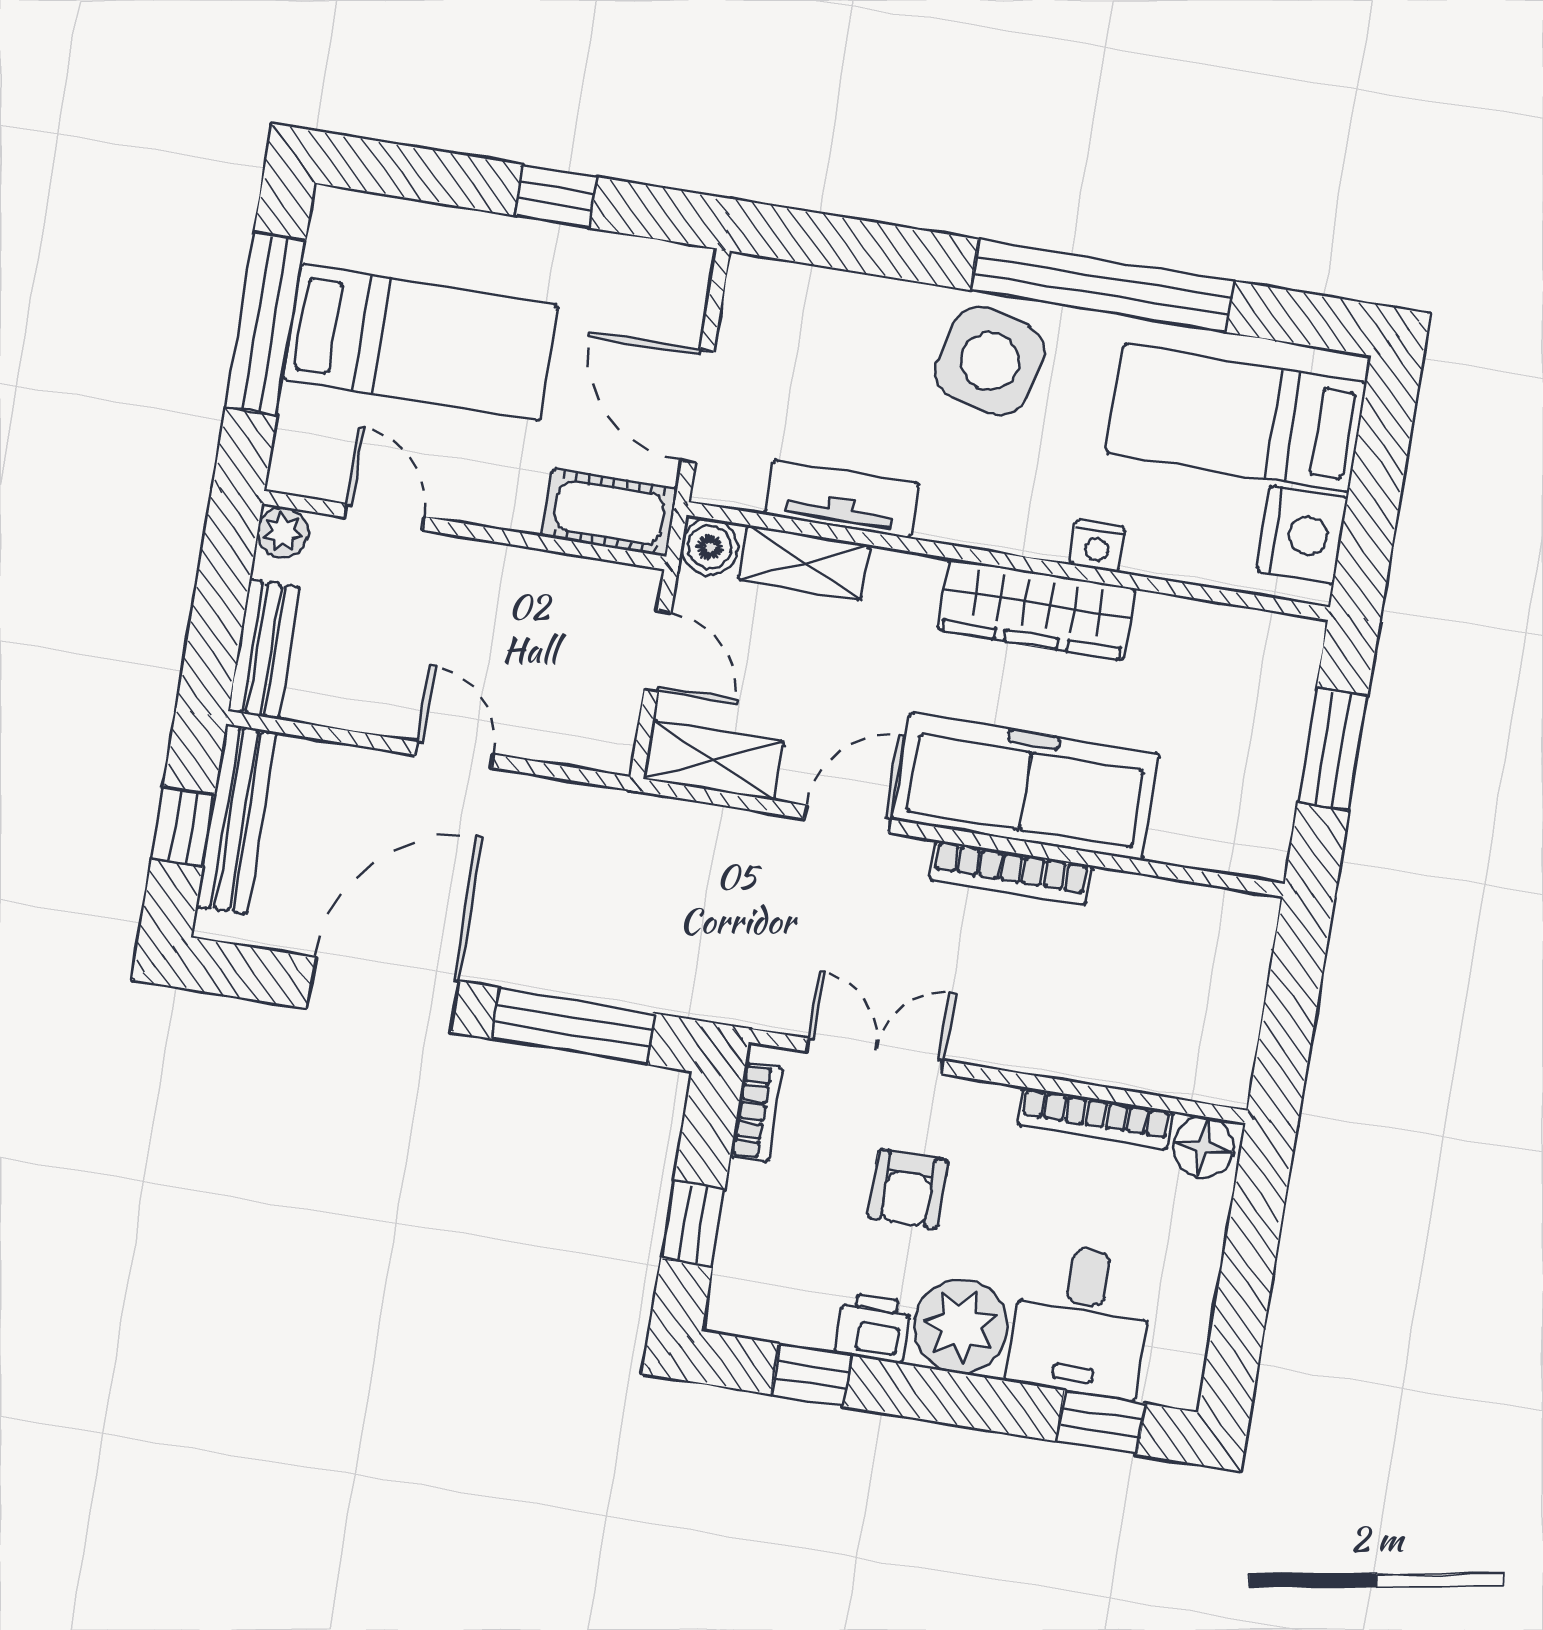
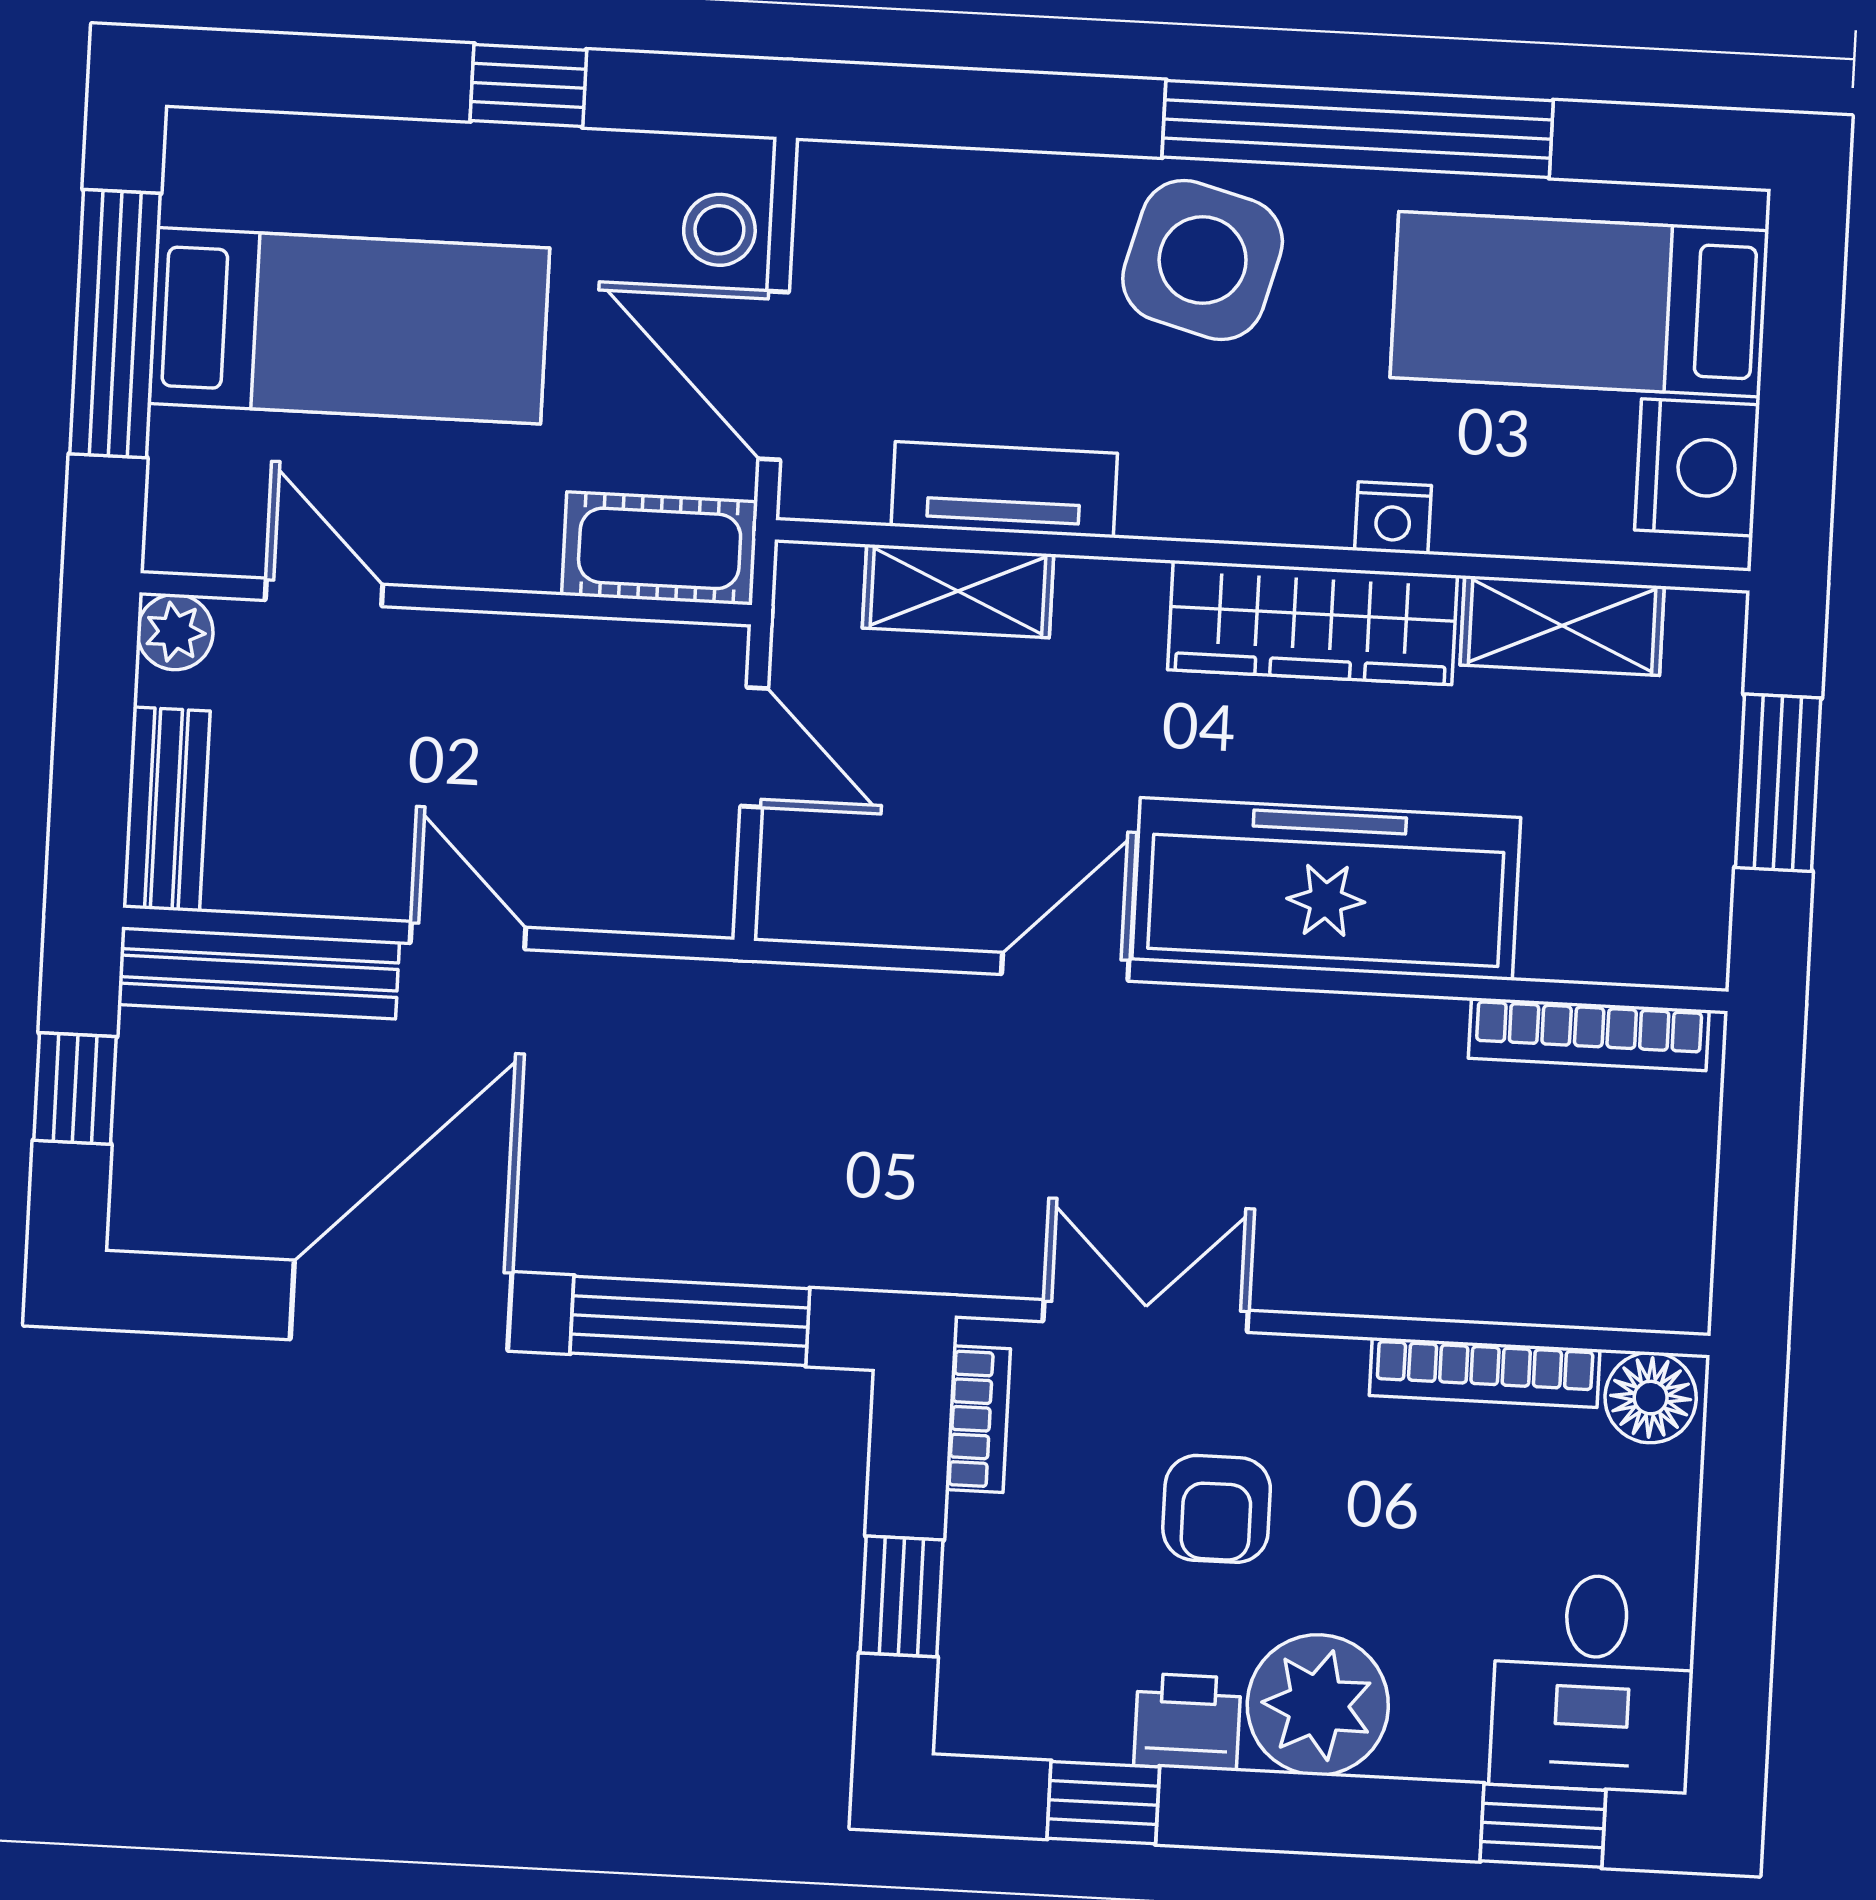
stool: (672, 306) -> (719, 230), added
boiler: (710, 547) -> (815, 584), removed
shelving: (713, 760) -> (1562, 626), moved
bench: (236, 819) -> (259, 973), moved, turned 90
bookcase: (1011, 873) -> (1589, 1034), moved
desk: (1081, 1321) -> (1593, 1683), moved

